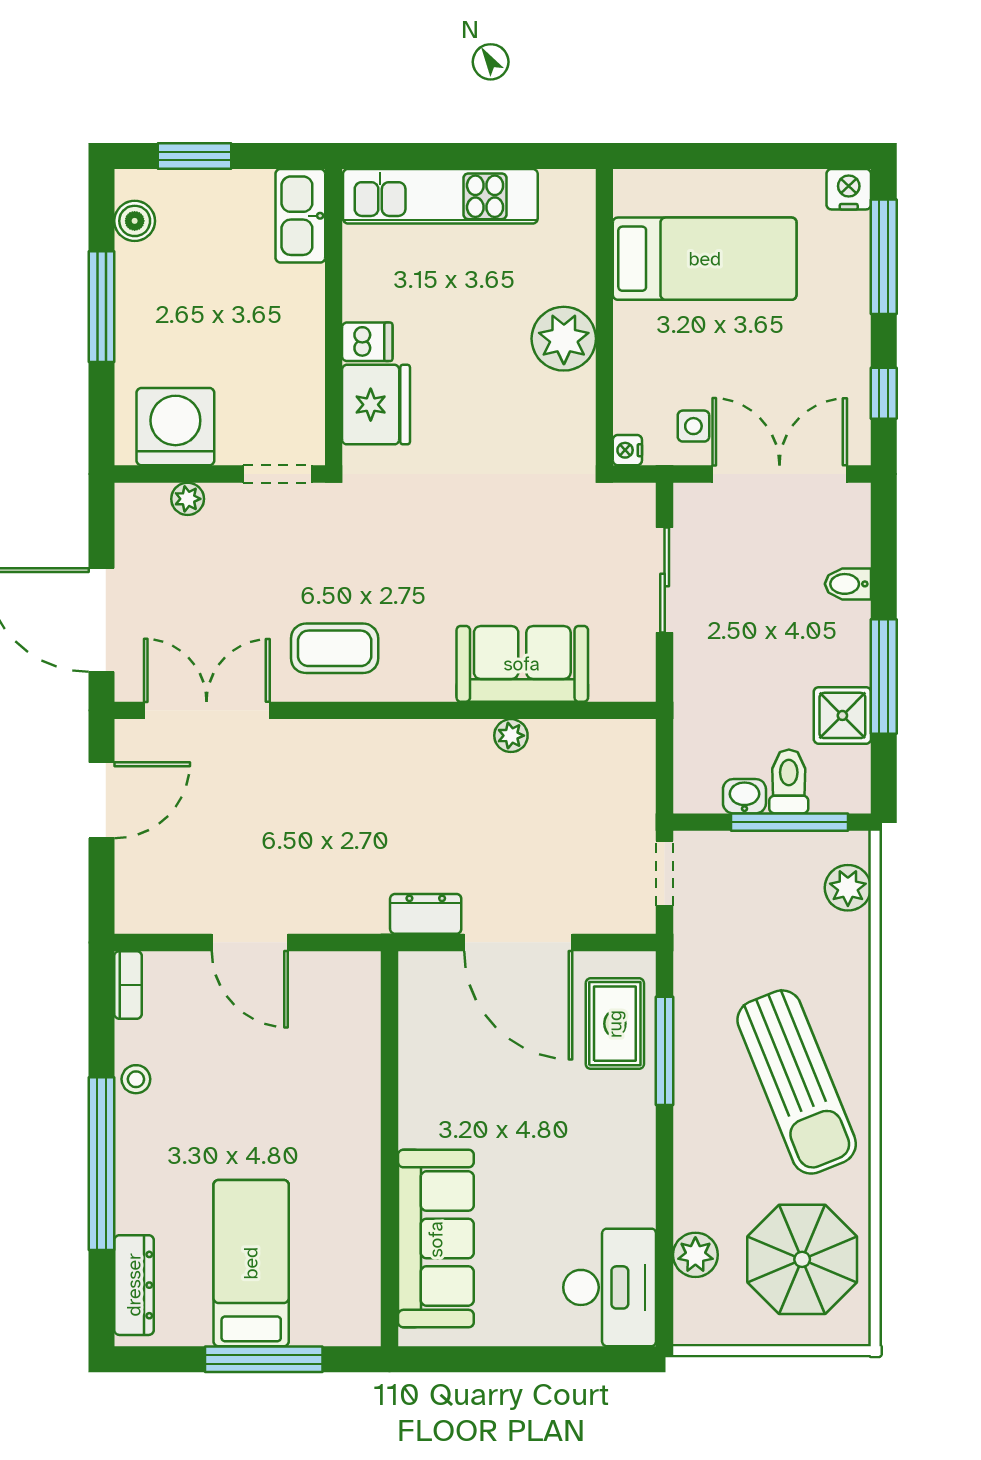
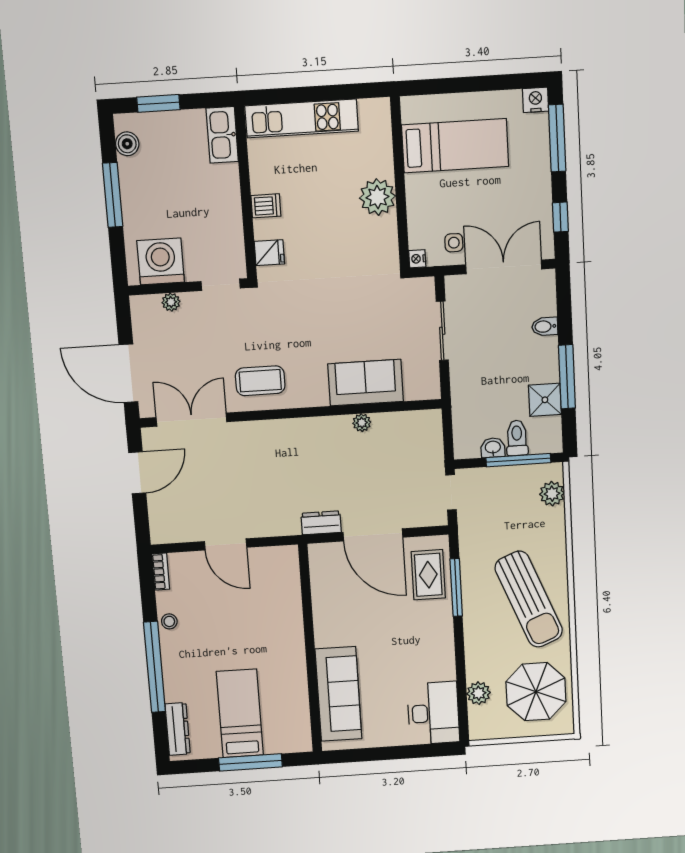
fridge: (376, 405) -> (269, 253), width x0.53, depth x0.75

